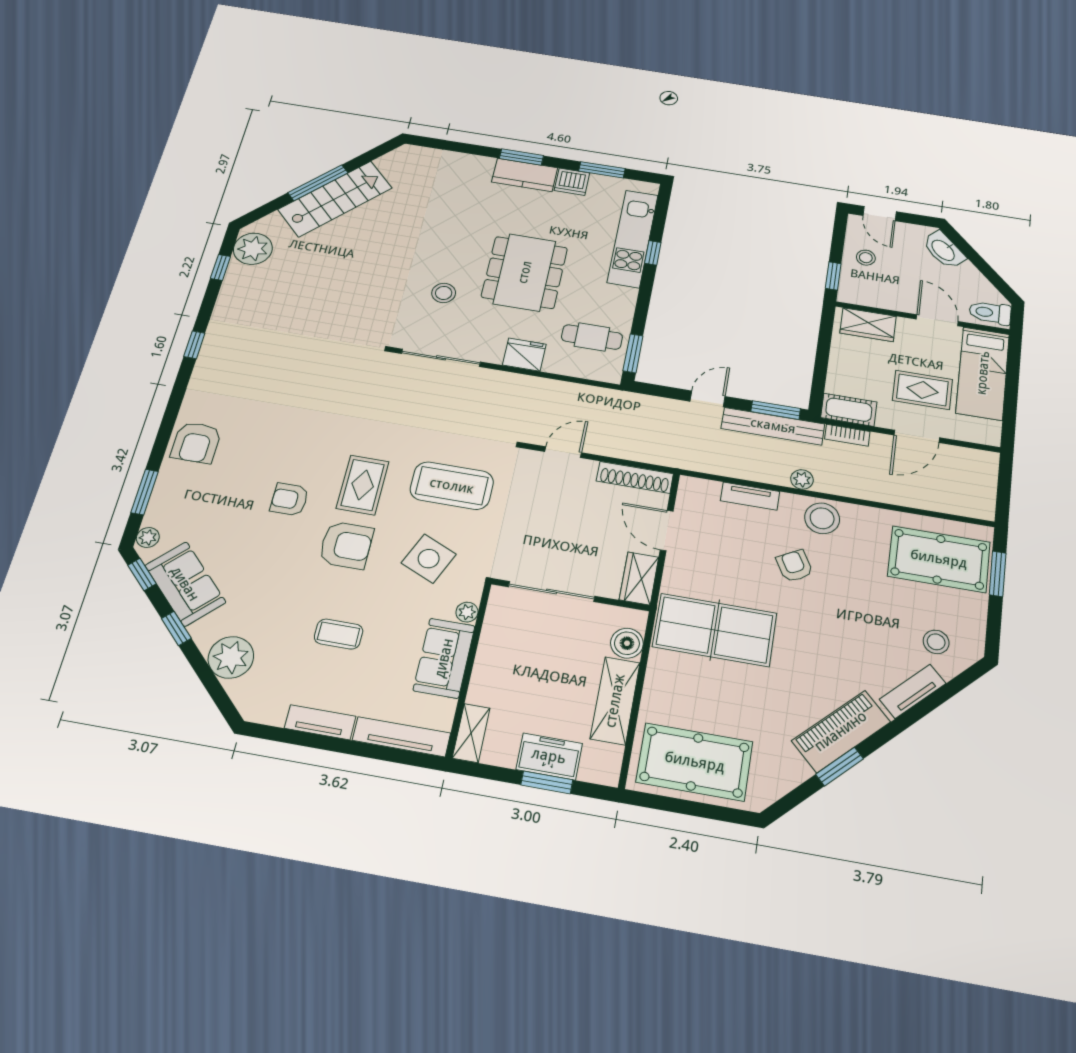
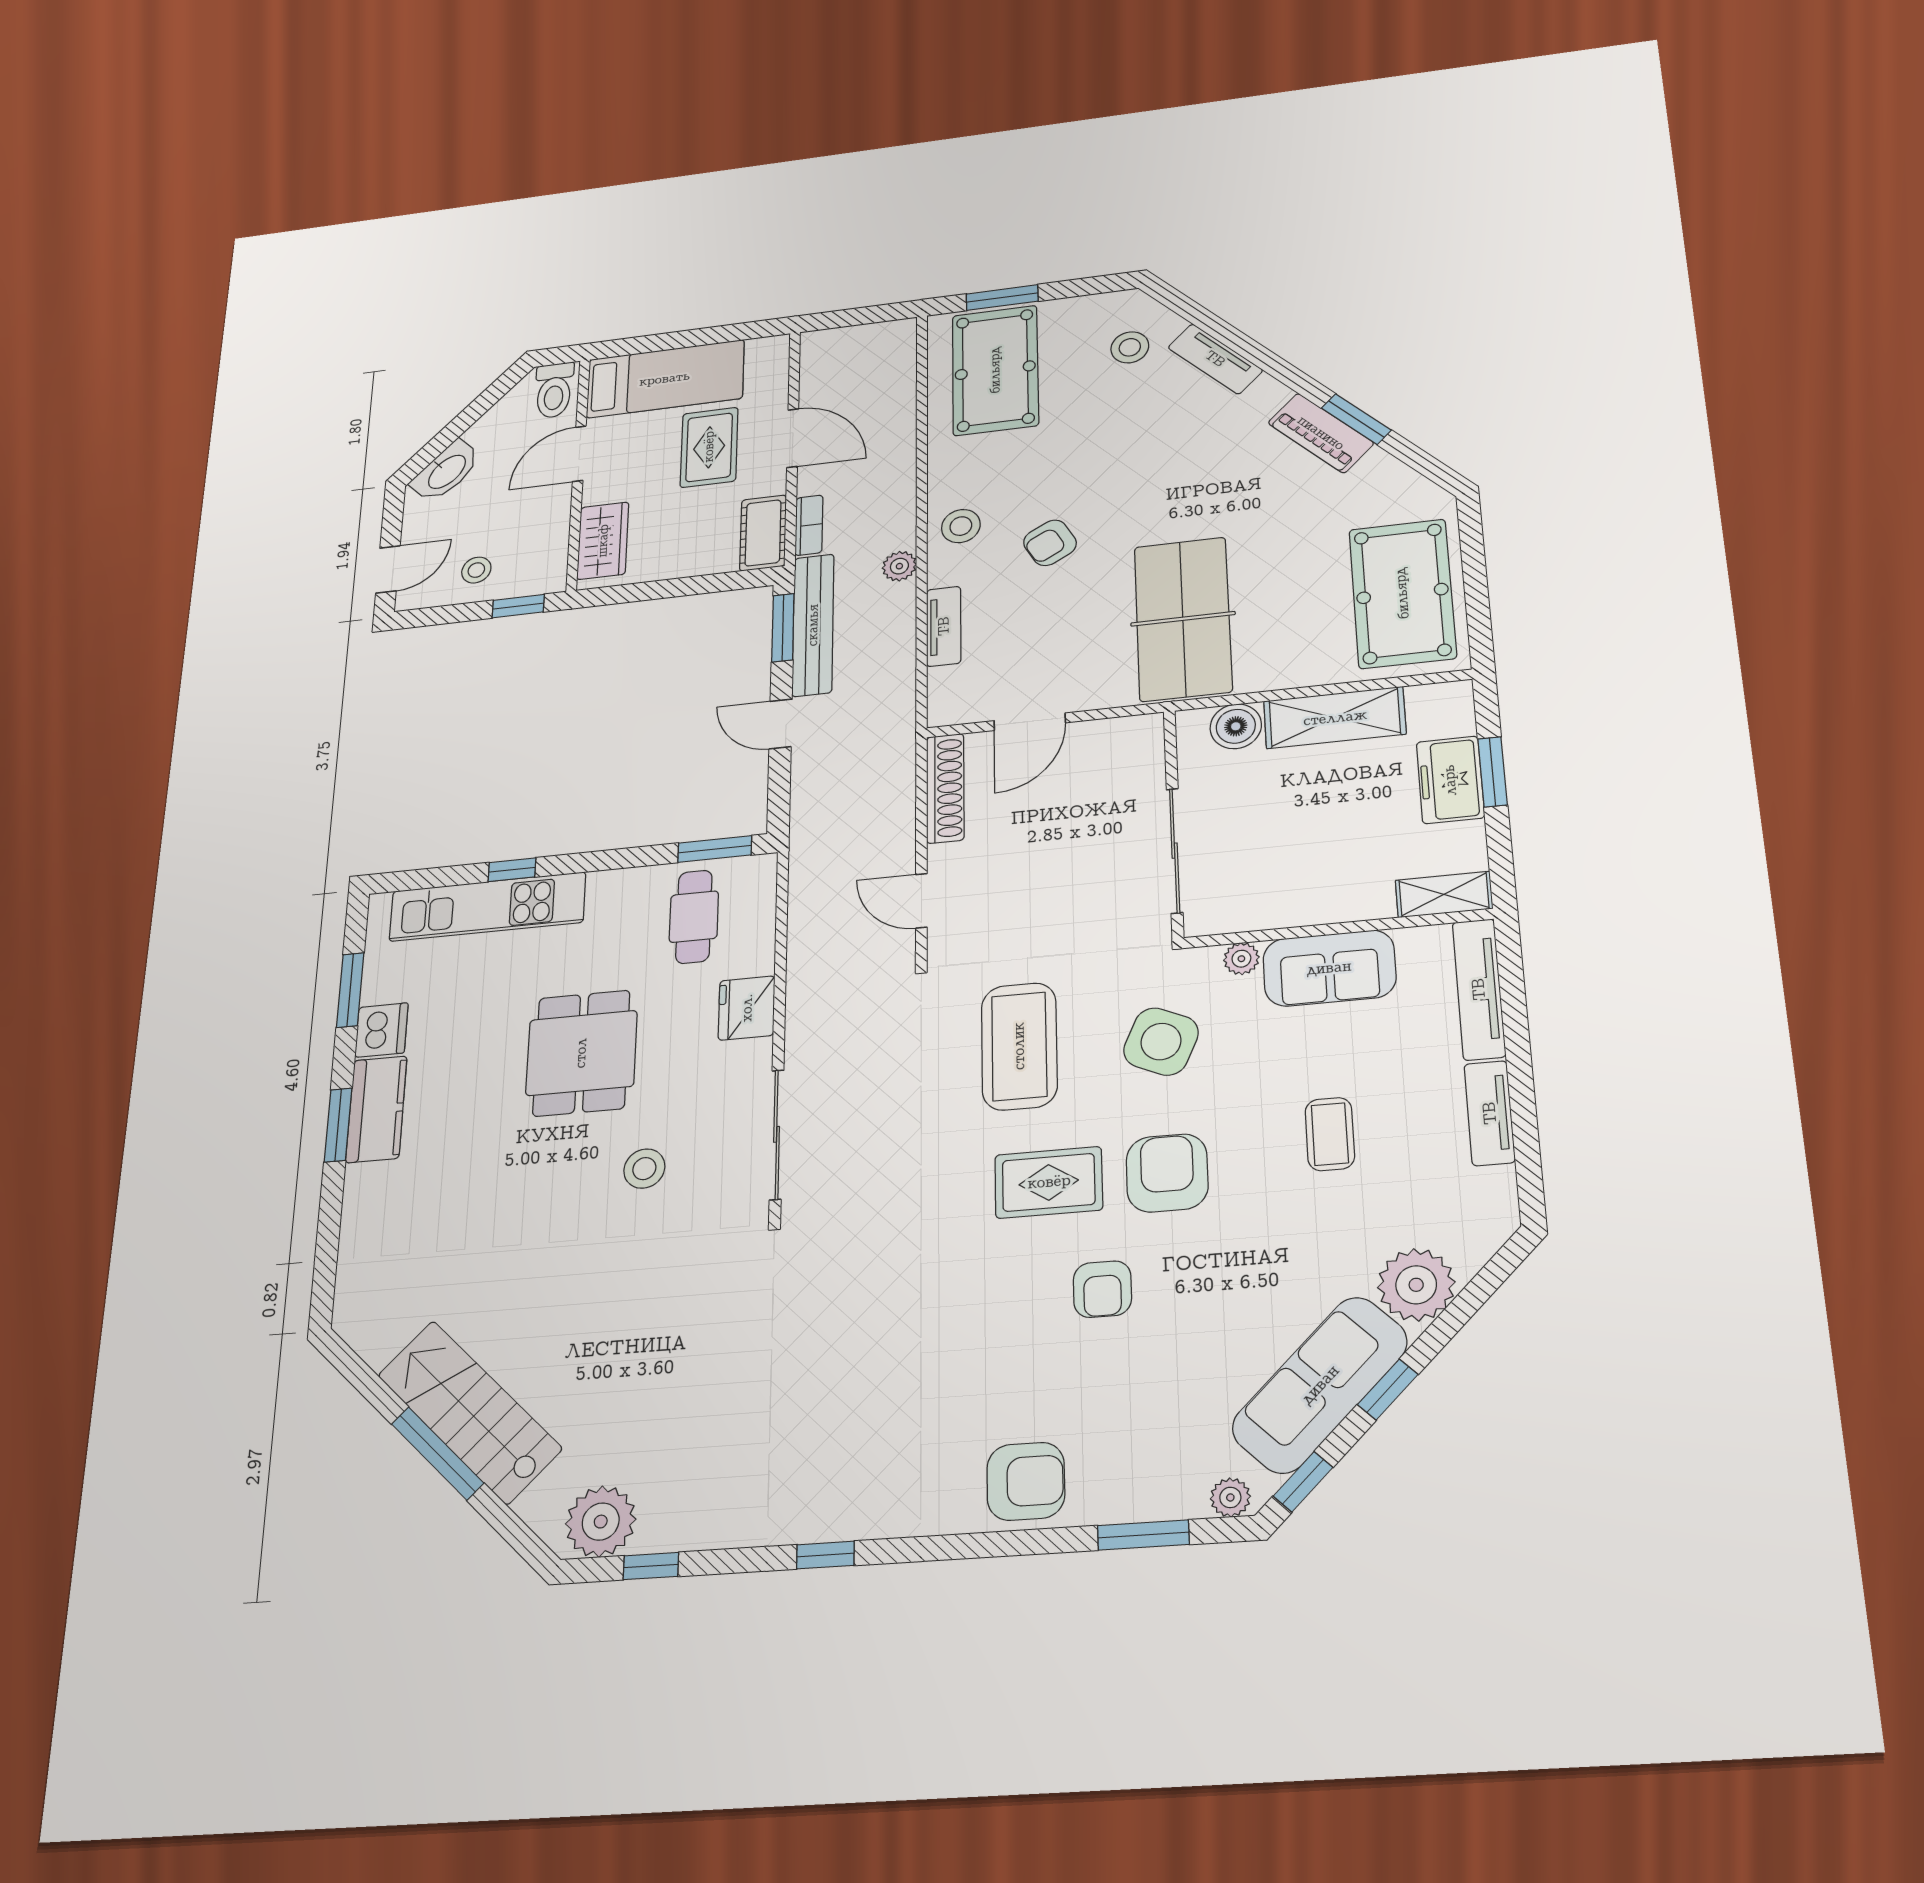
dining table: (525, 272) -> (581, 1053), width x0.73
stool: (822, 518) -> (961, 526), width x0.73, depth x0.73
wardrobe: (639, 578) -> (1122, 738), removed
sofa: (185, 584) -> (1320, 1385), width x1.36
piano: (841, 731) -> (1321, 433), width x0.73, depth x0.75

